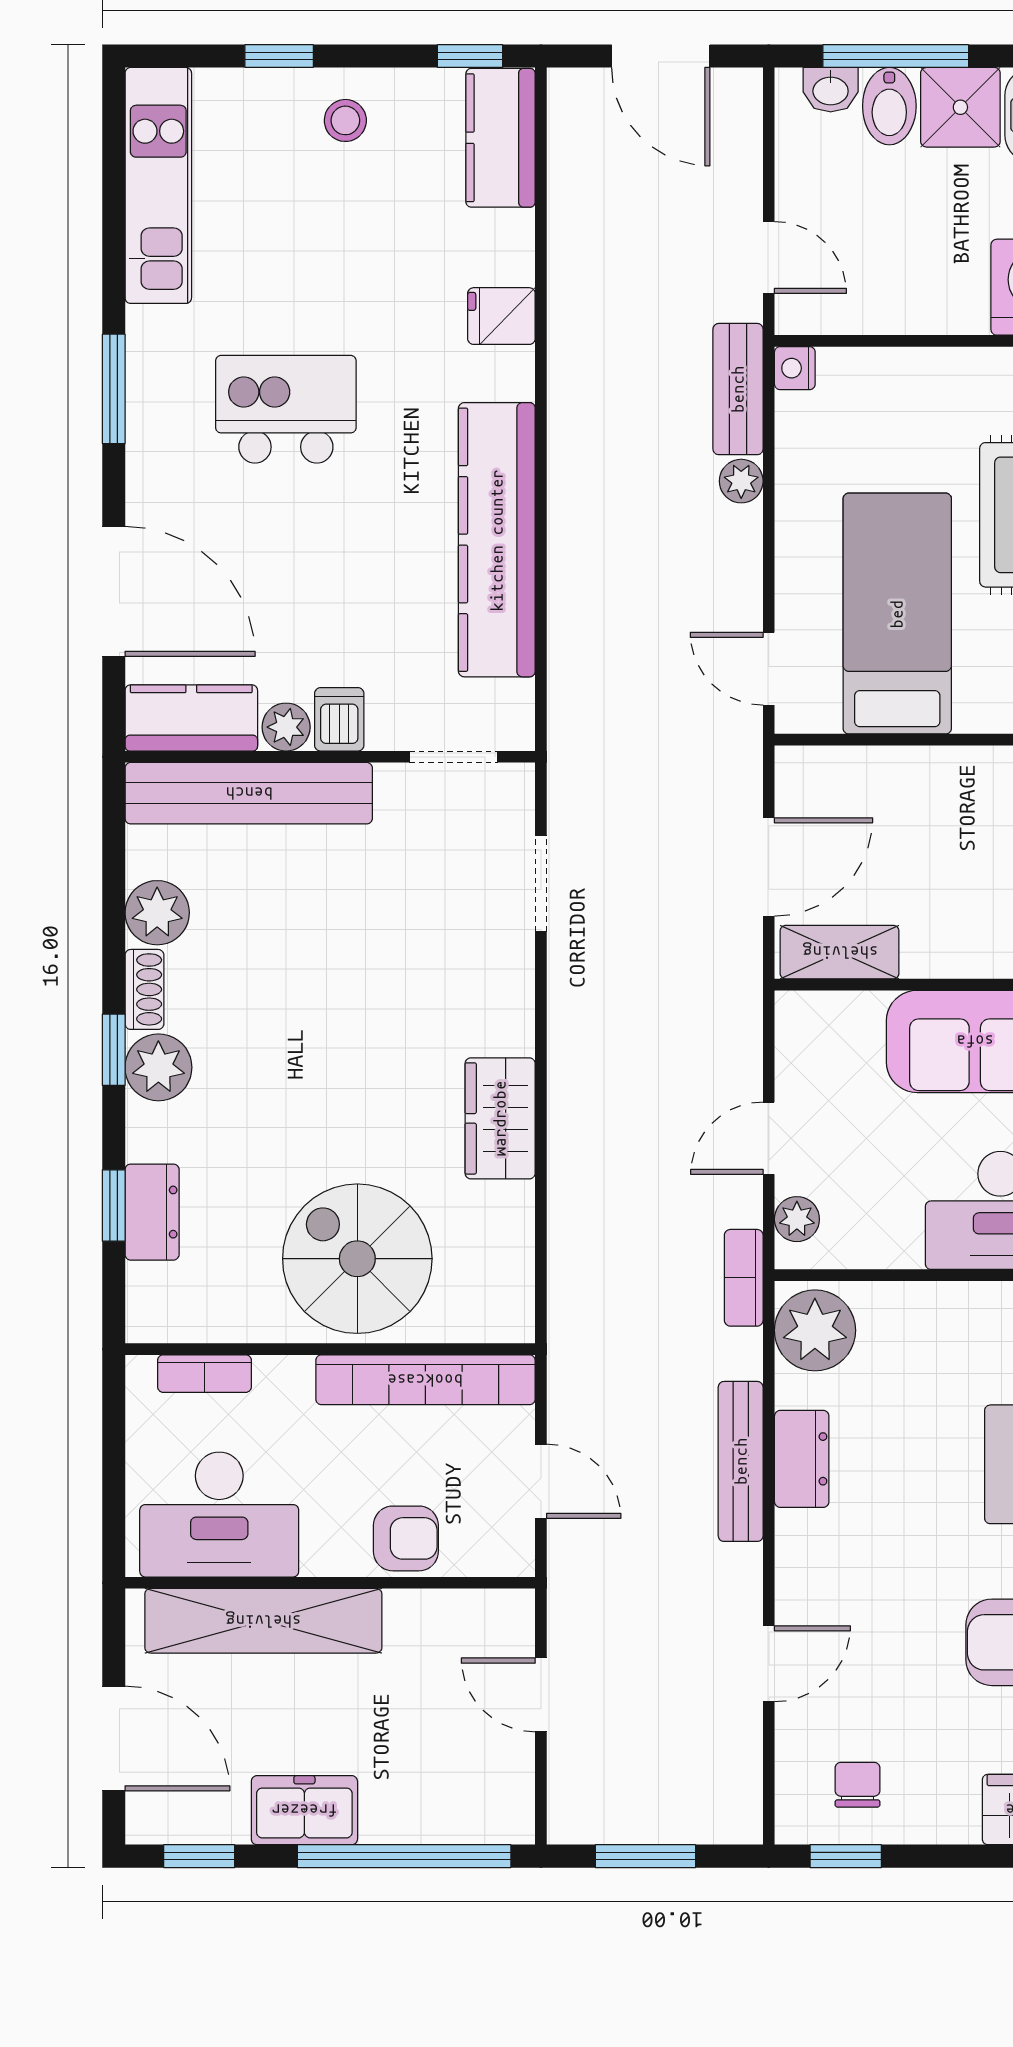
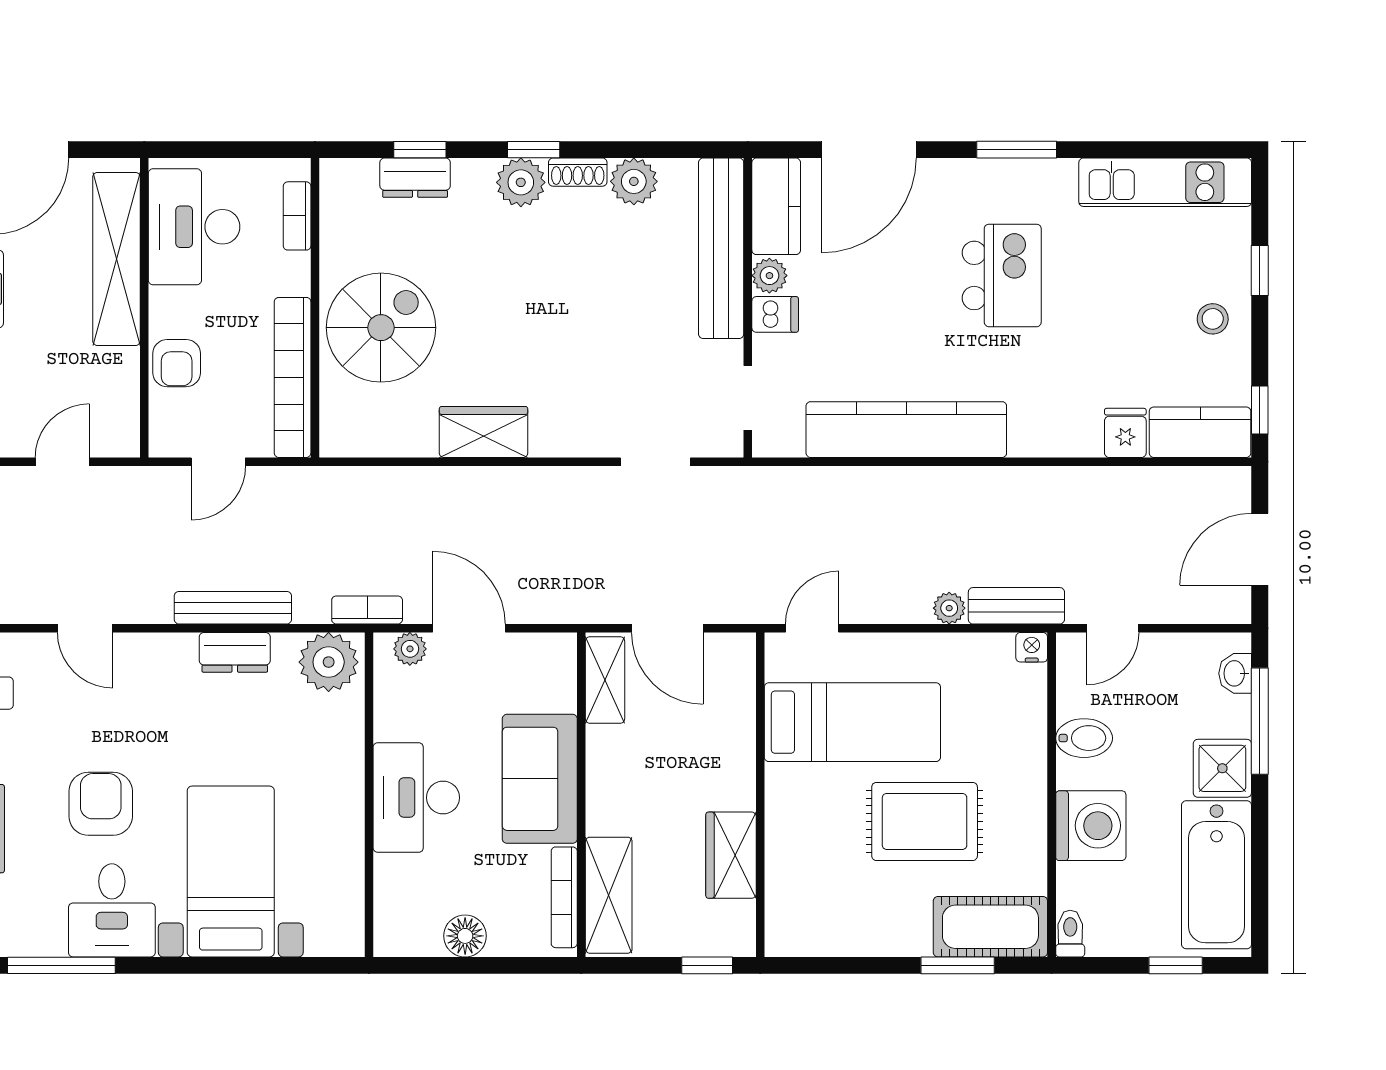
bidet: (889, 106) -> (1084, 738), moved, turned 180
fridge: (501, 316) -> (1125, 433), moved
door: (769, 1138) -> (469, 628), width x1.38

